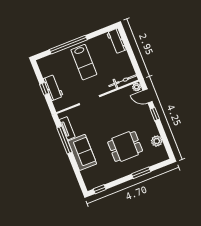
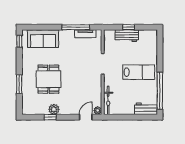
window: (68, 45) -> (160, 91), moved
lab bench: (84, 62) -> (139, 72), turned 180
window: (155, 114) -> (50, 117), moved
plant: (157, 141) -> (54, 109), moved
sofa: (82, 152) -> (43, 39), moved

